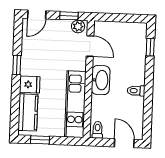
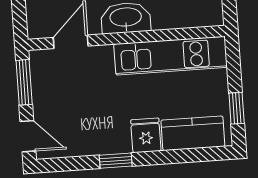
window: (69, 16) -> (24, 82), width x1.50
plant: (78, 26) -> (40, 65), removed
toilet: (97, 130) -> (209, 14), removed

